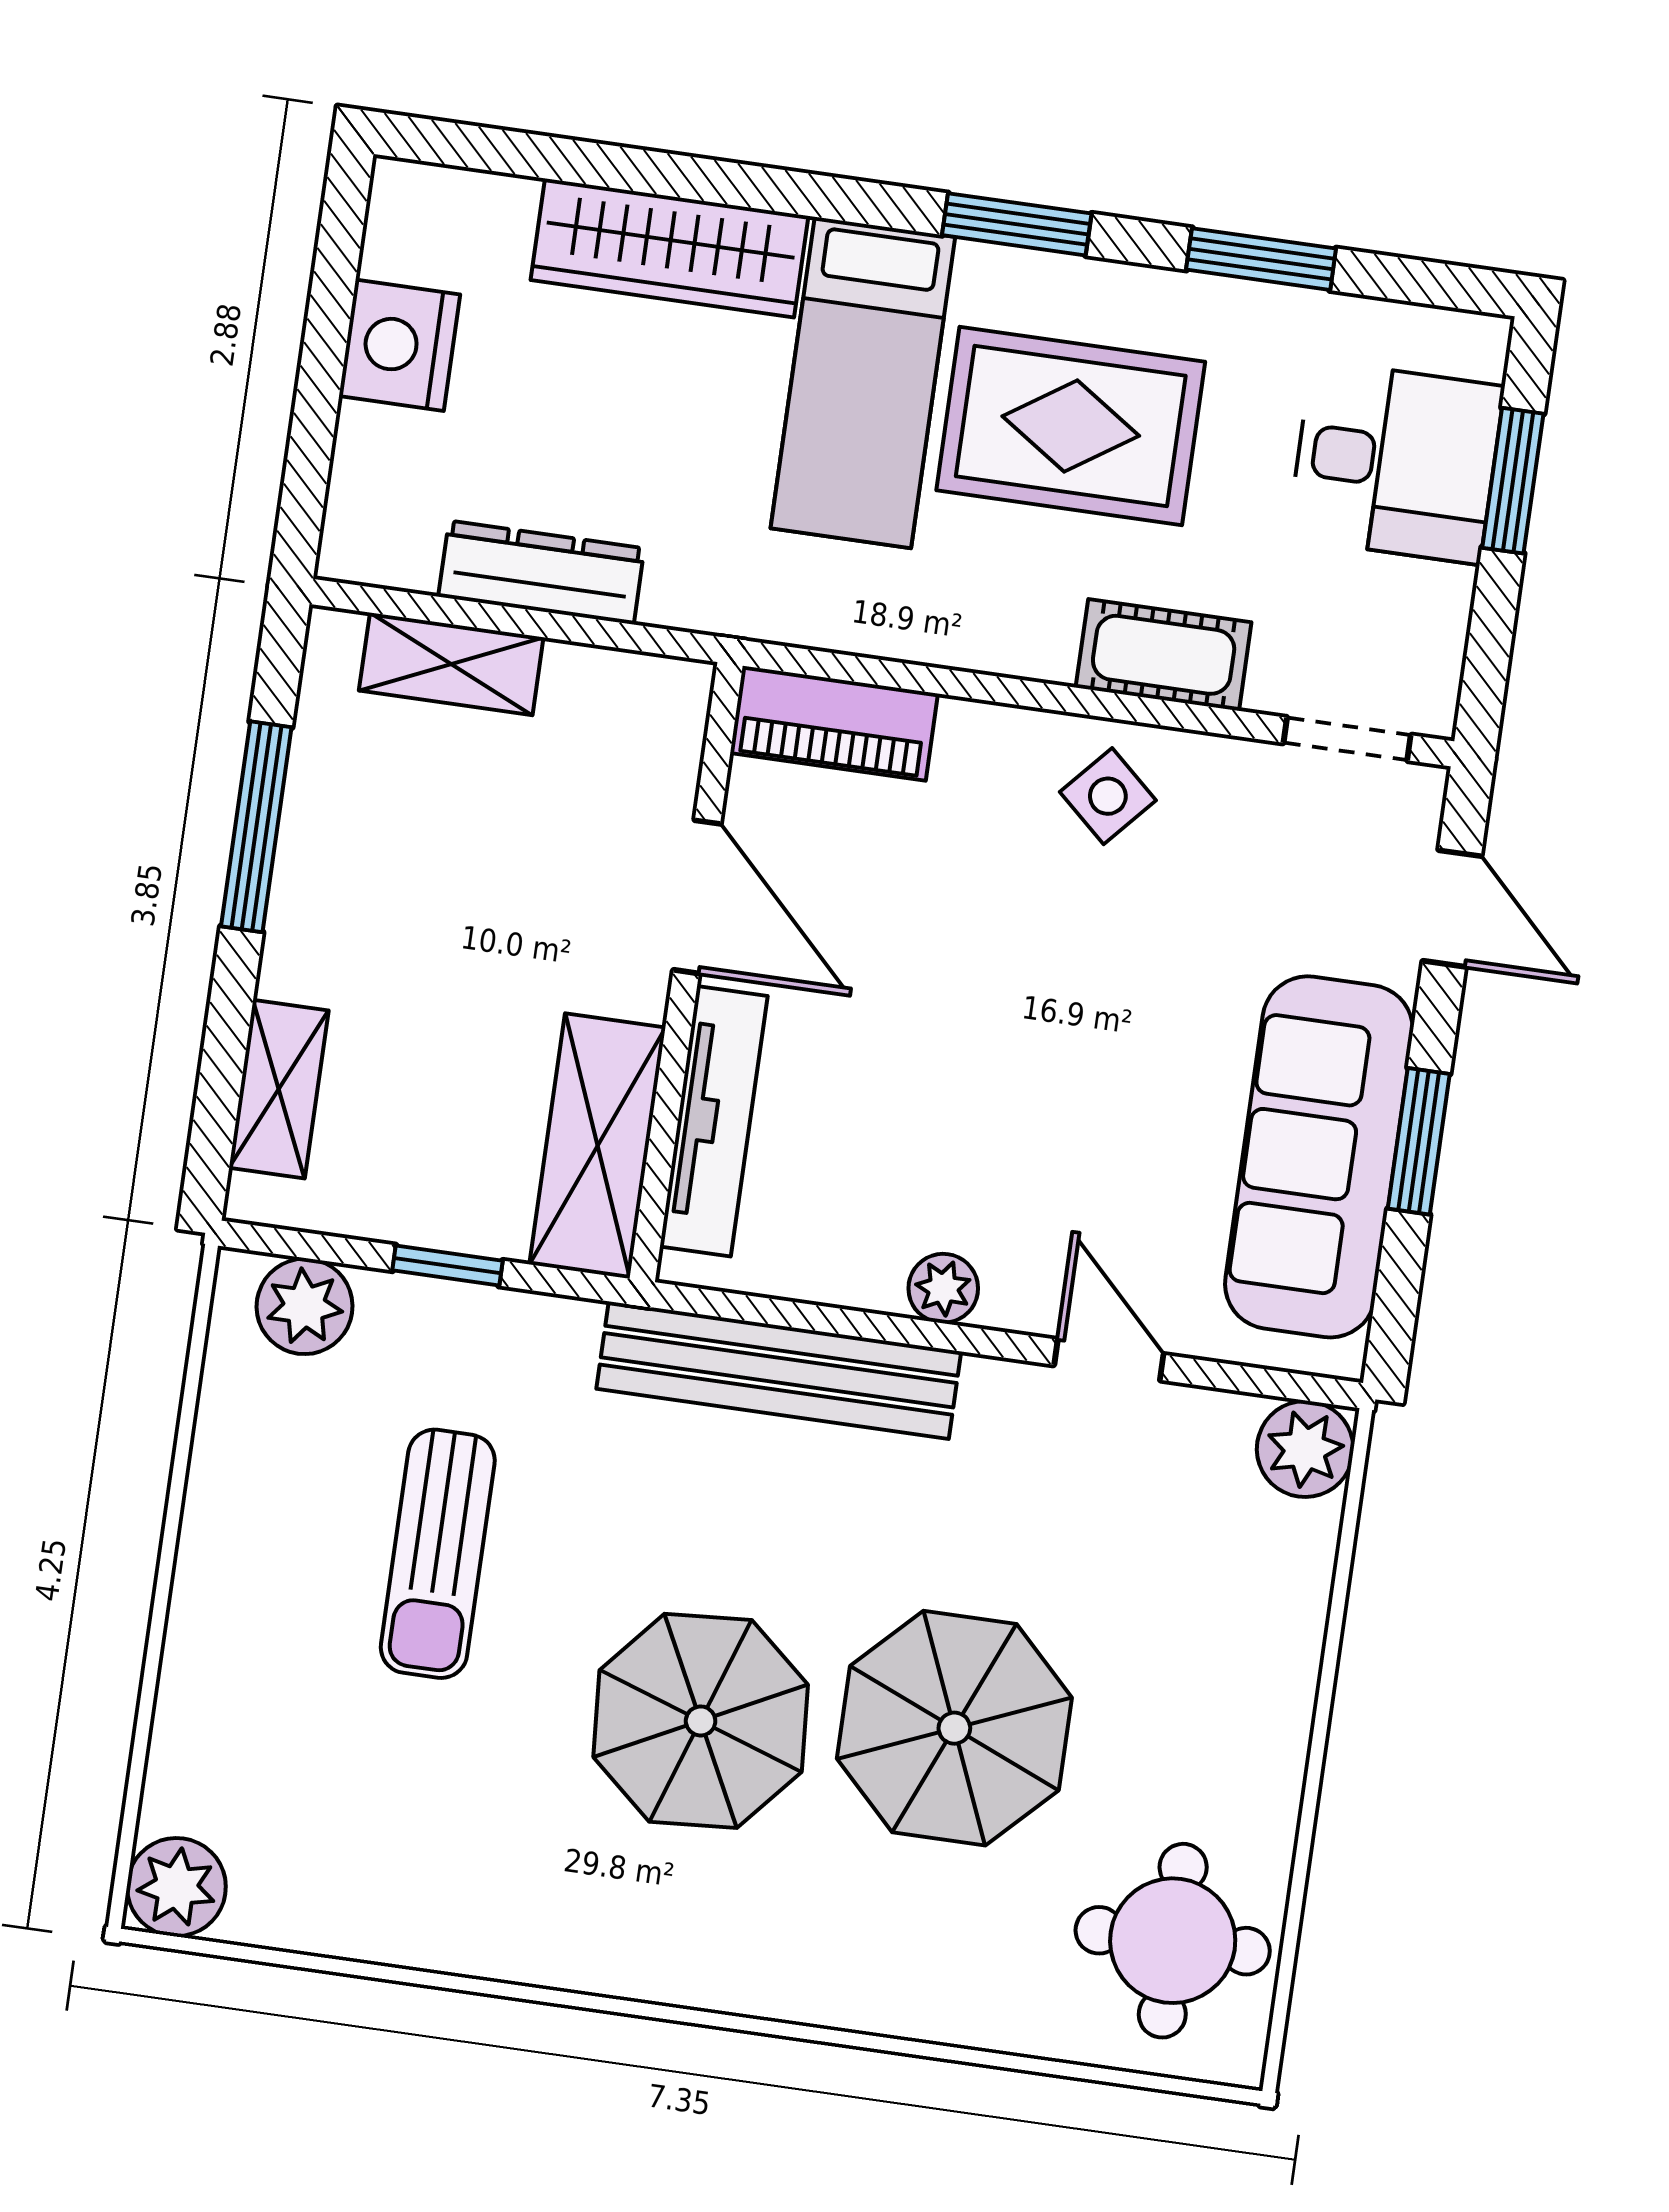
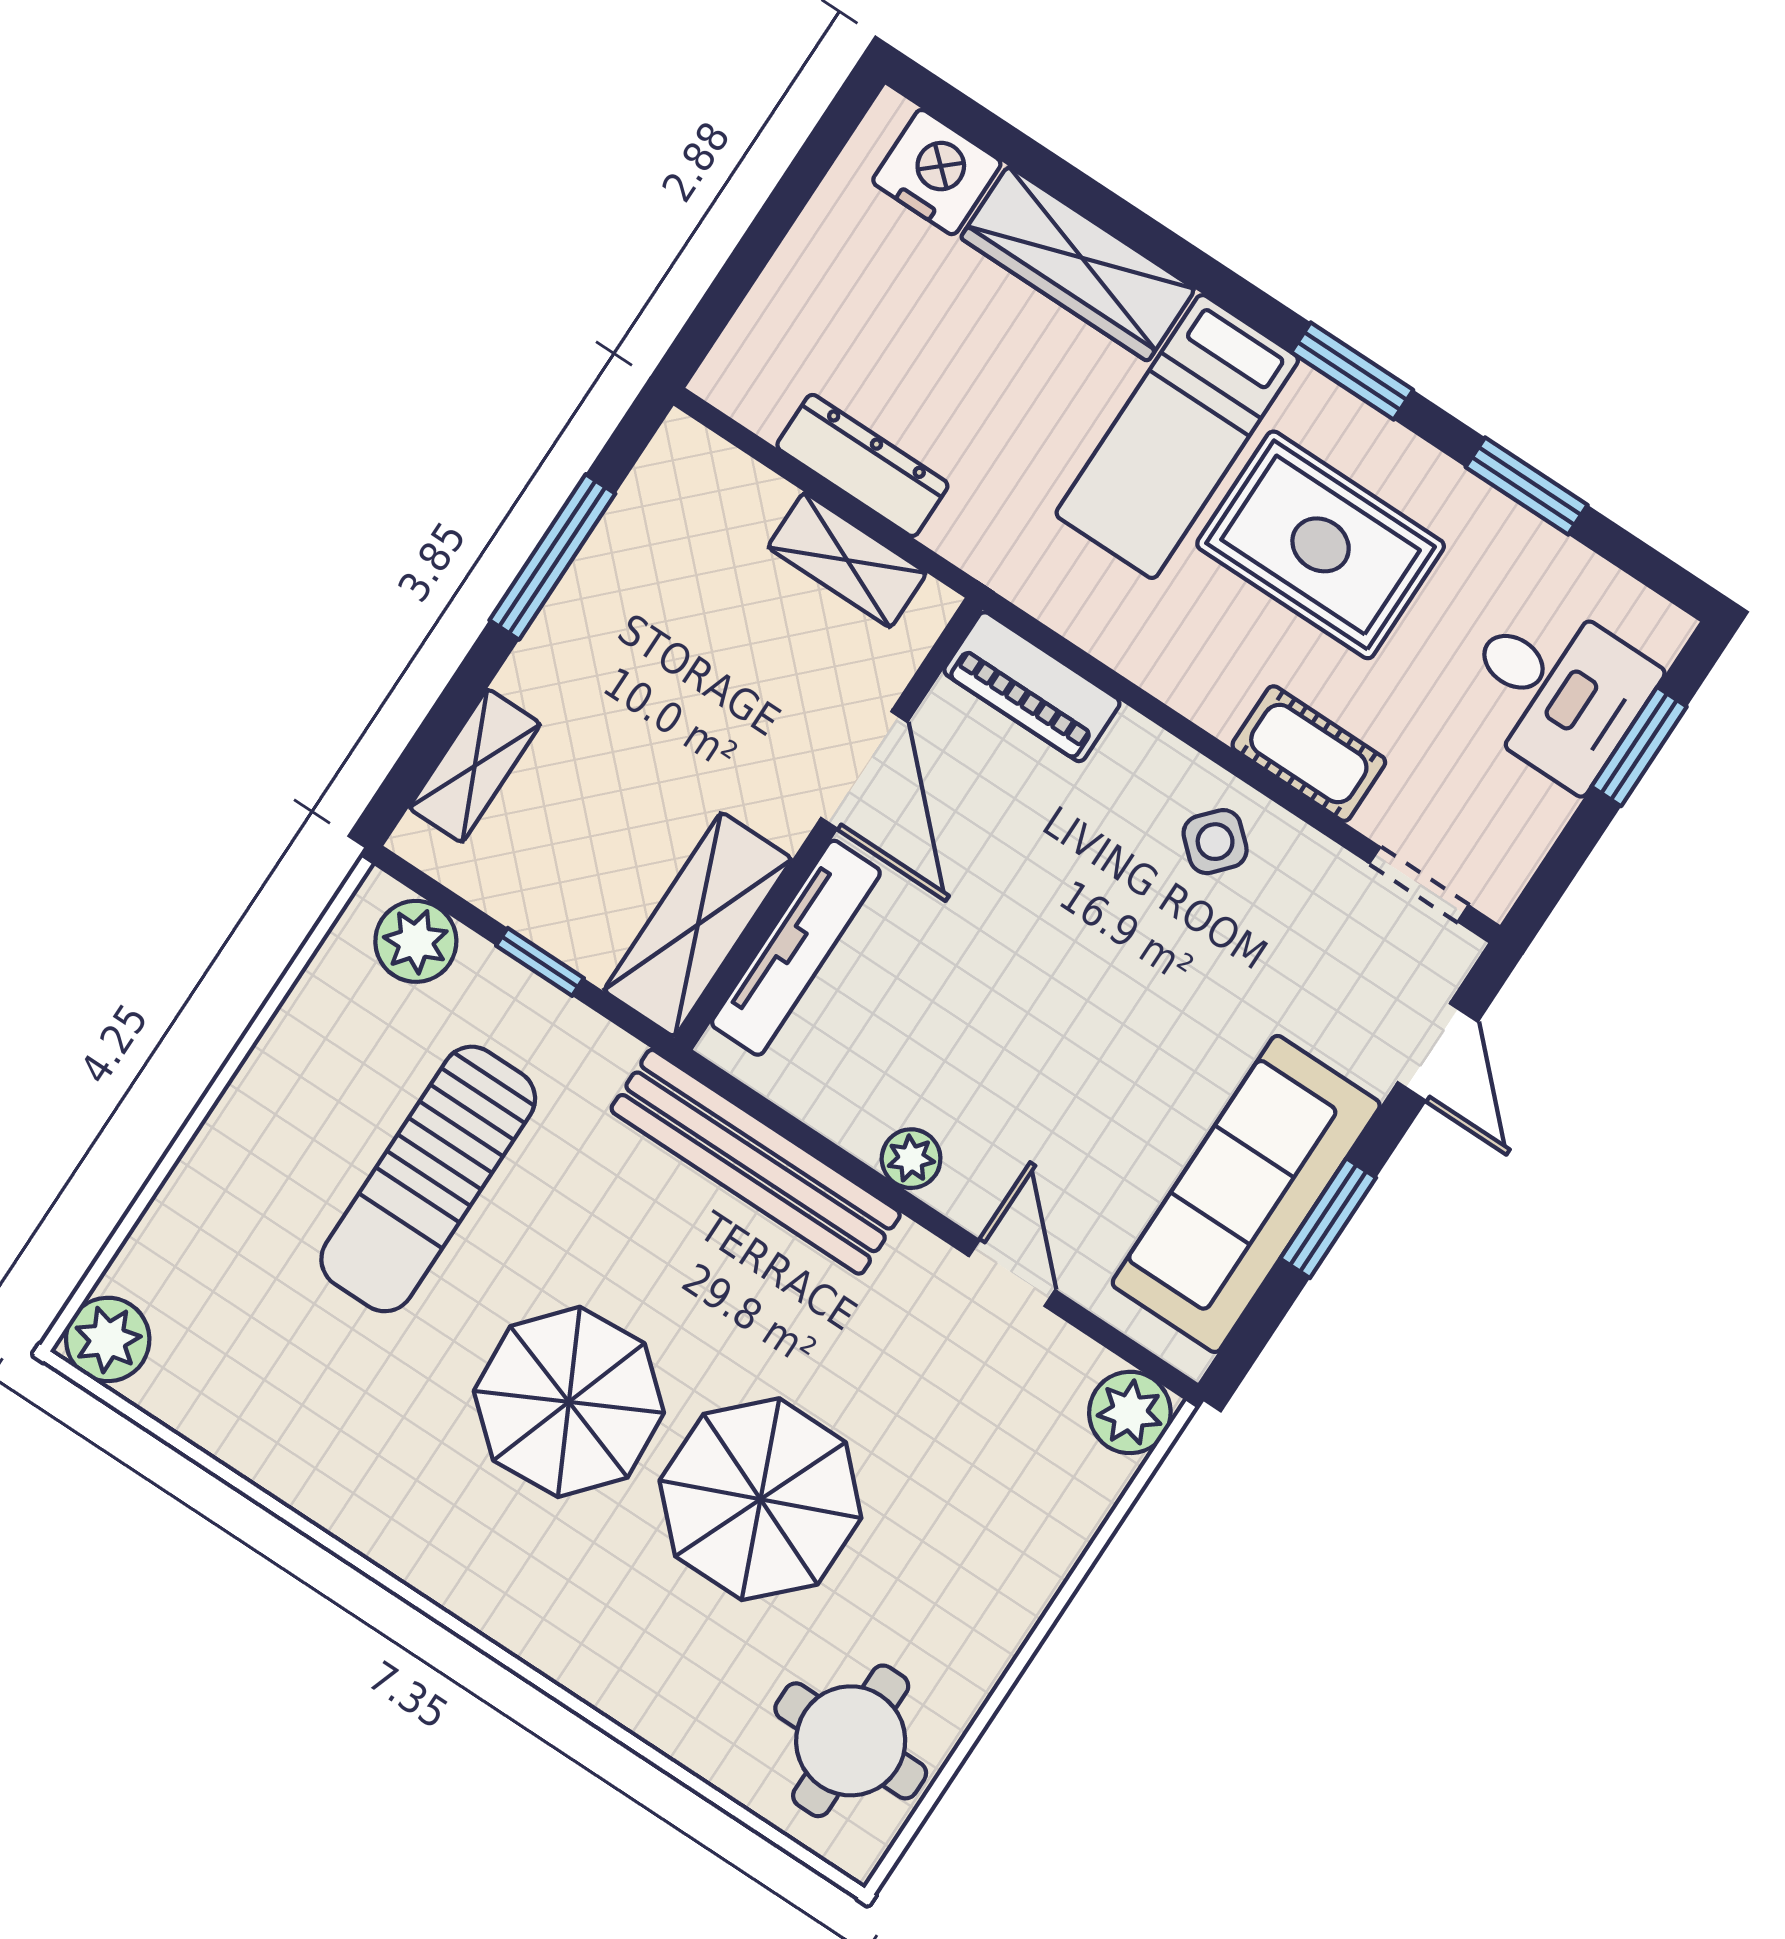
nightstand: (399, 345) -> (937, 172), moved, turned 90
shelving: (451, 664) -> (847, 560), moved
sun lounger: (438, 1554) -> (428, 1179), width x1.36, depth x1.34

